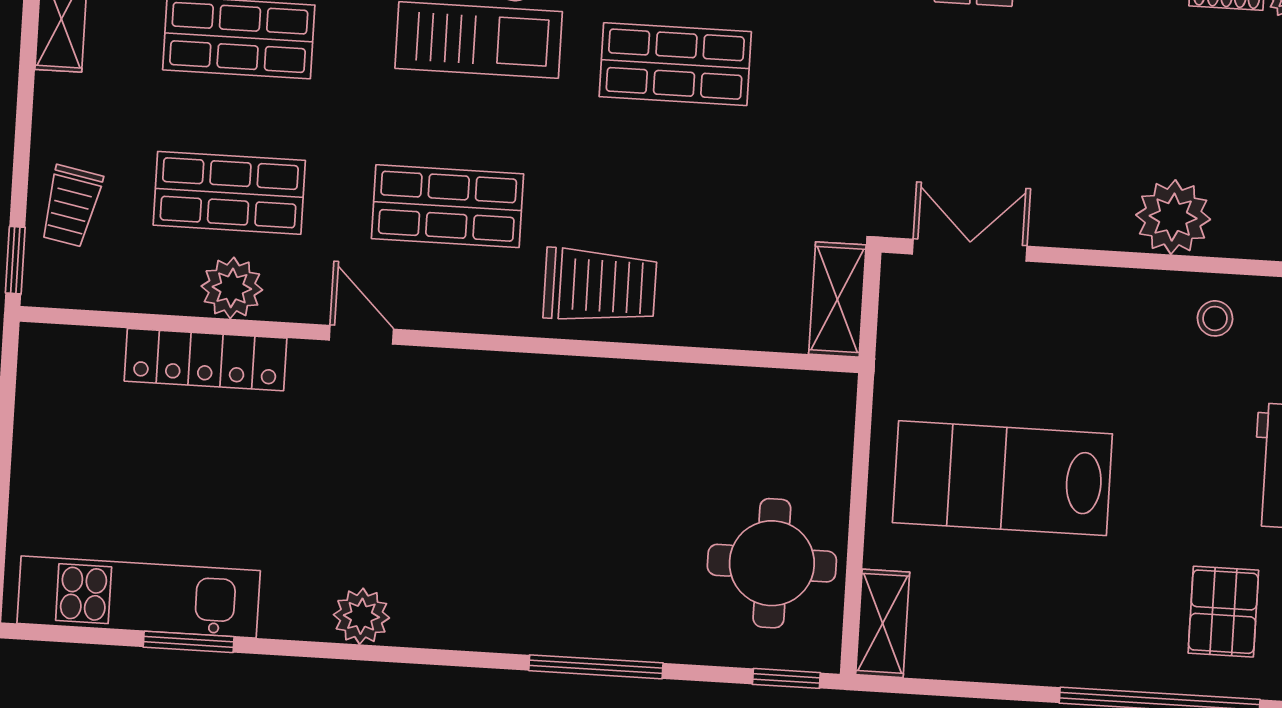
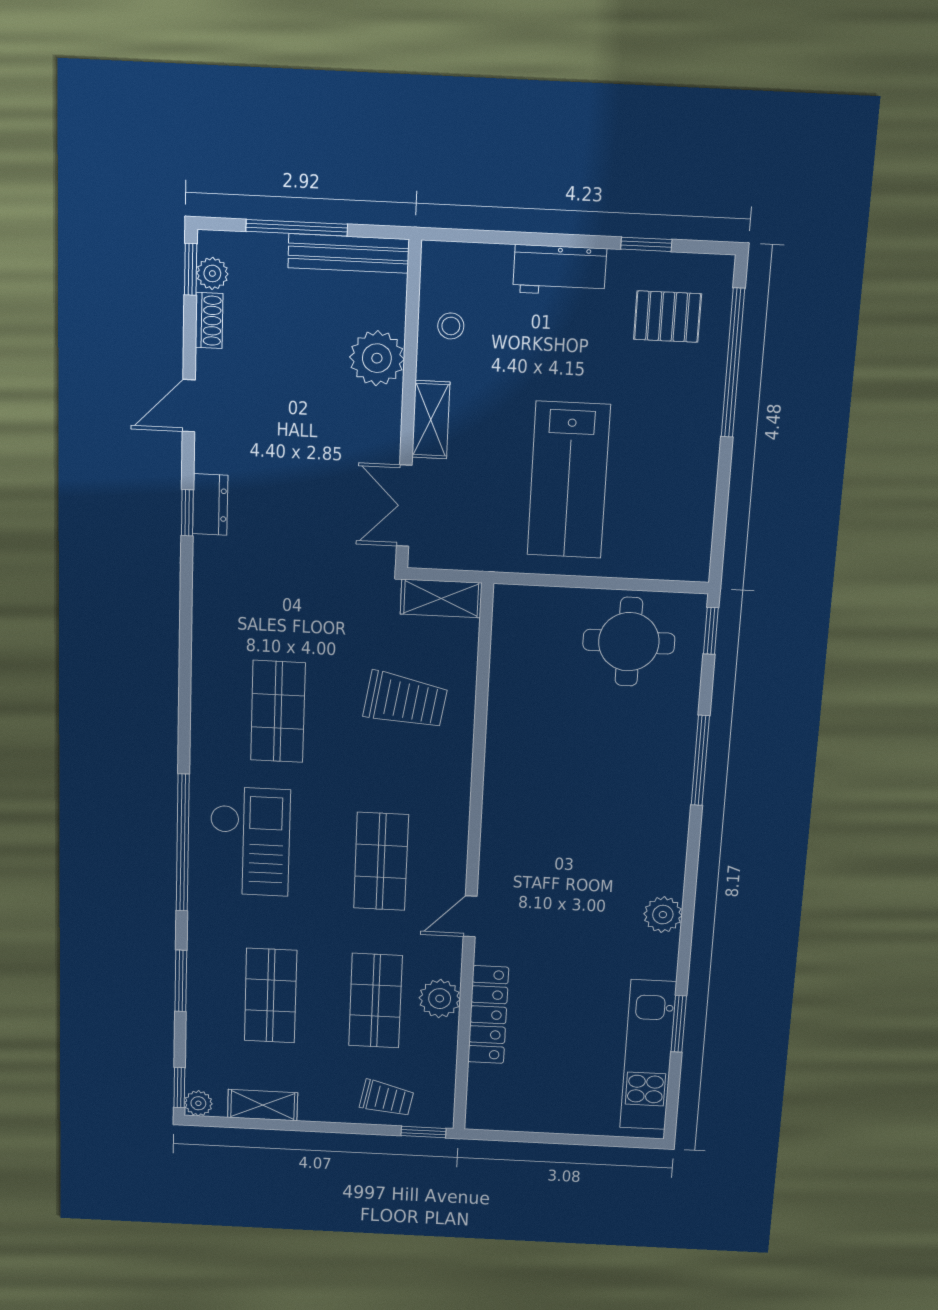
trolley: (600, 286) -> (405, 700), moved, turned 99
shelving: (883, 623) -> (431, 420), moved, turned 90

